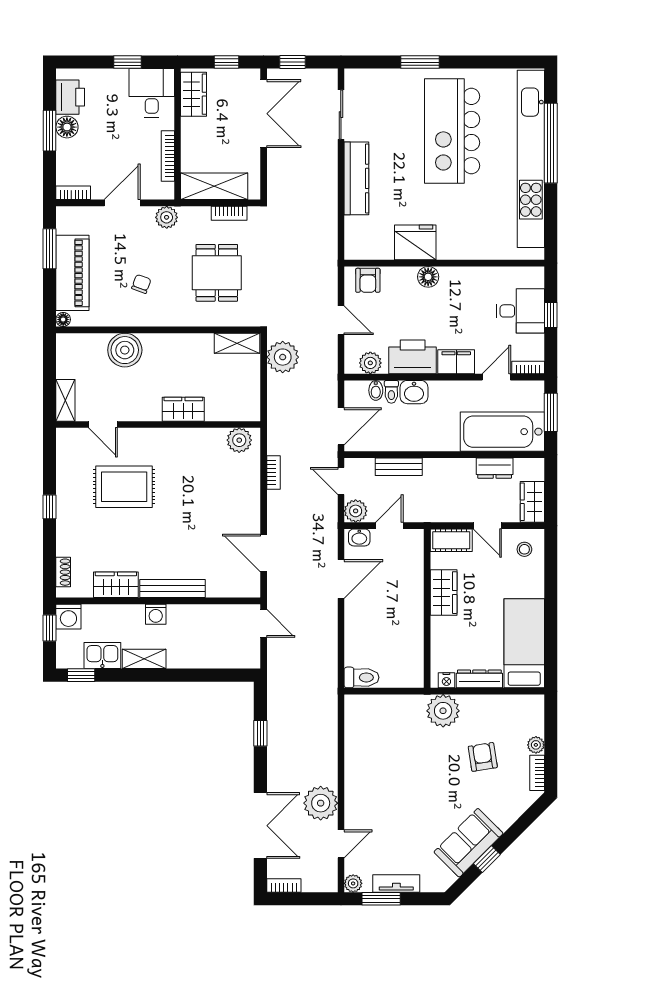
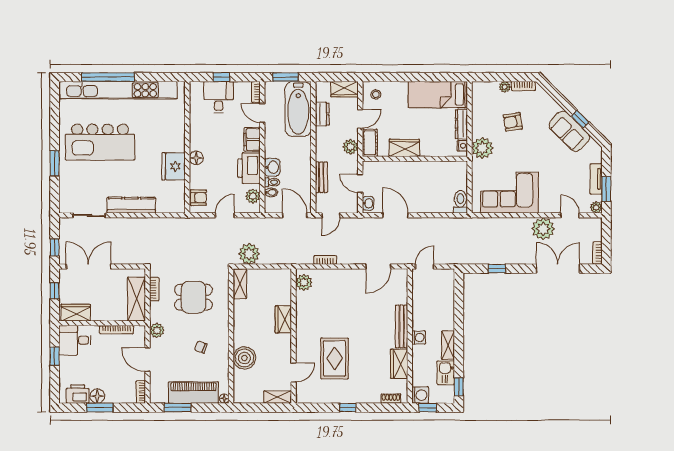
plant: (356, 511) -> (351, 147), moved
corner sofa: (375, 752) -> (510, 193), added

